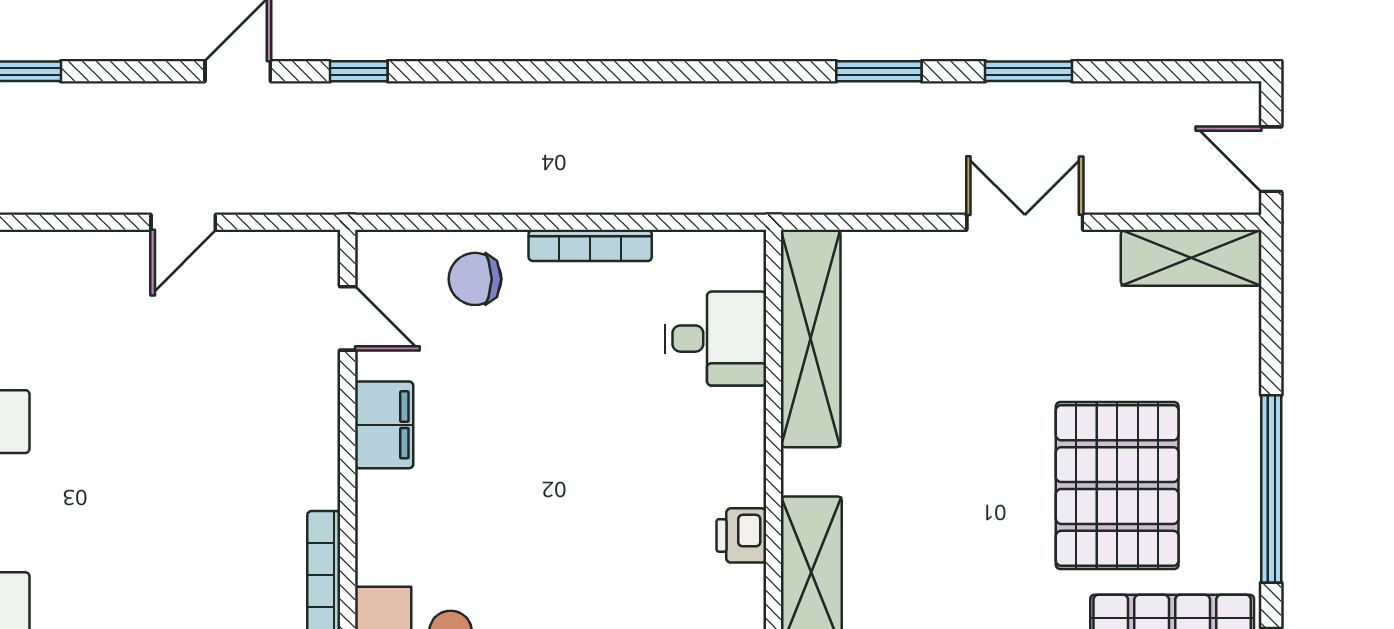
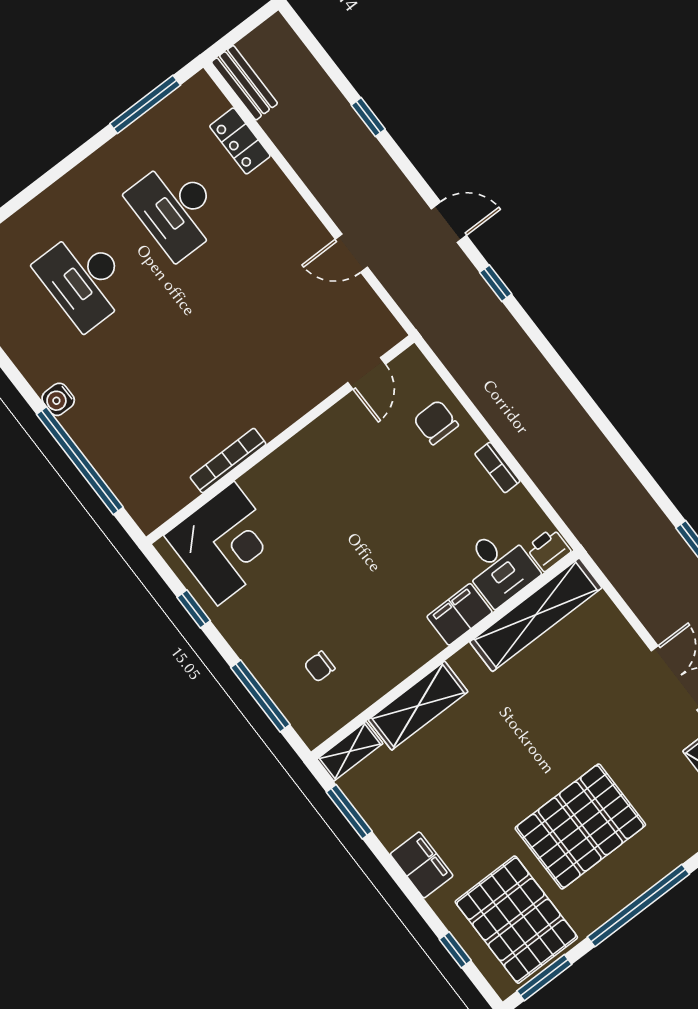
bookcase: (590, 245) -> (497, 467), width x0.64
filing cabinet: (384, 425) -> (460, 614), moved, turned 180
printer: (741, 535) -> (548, 549), moved

